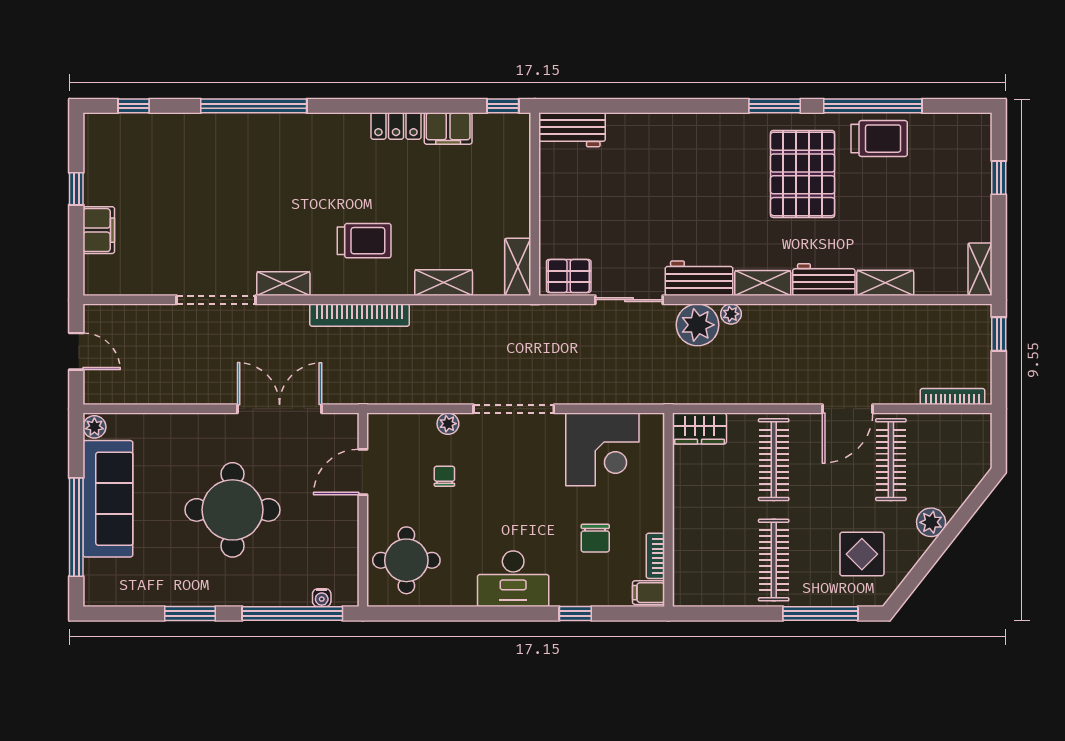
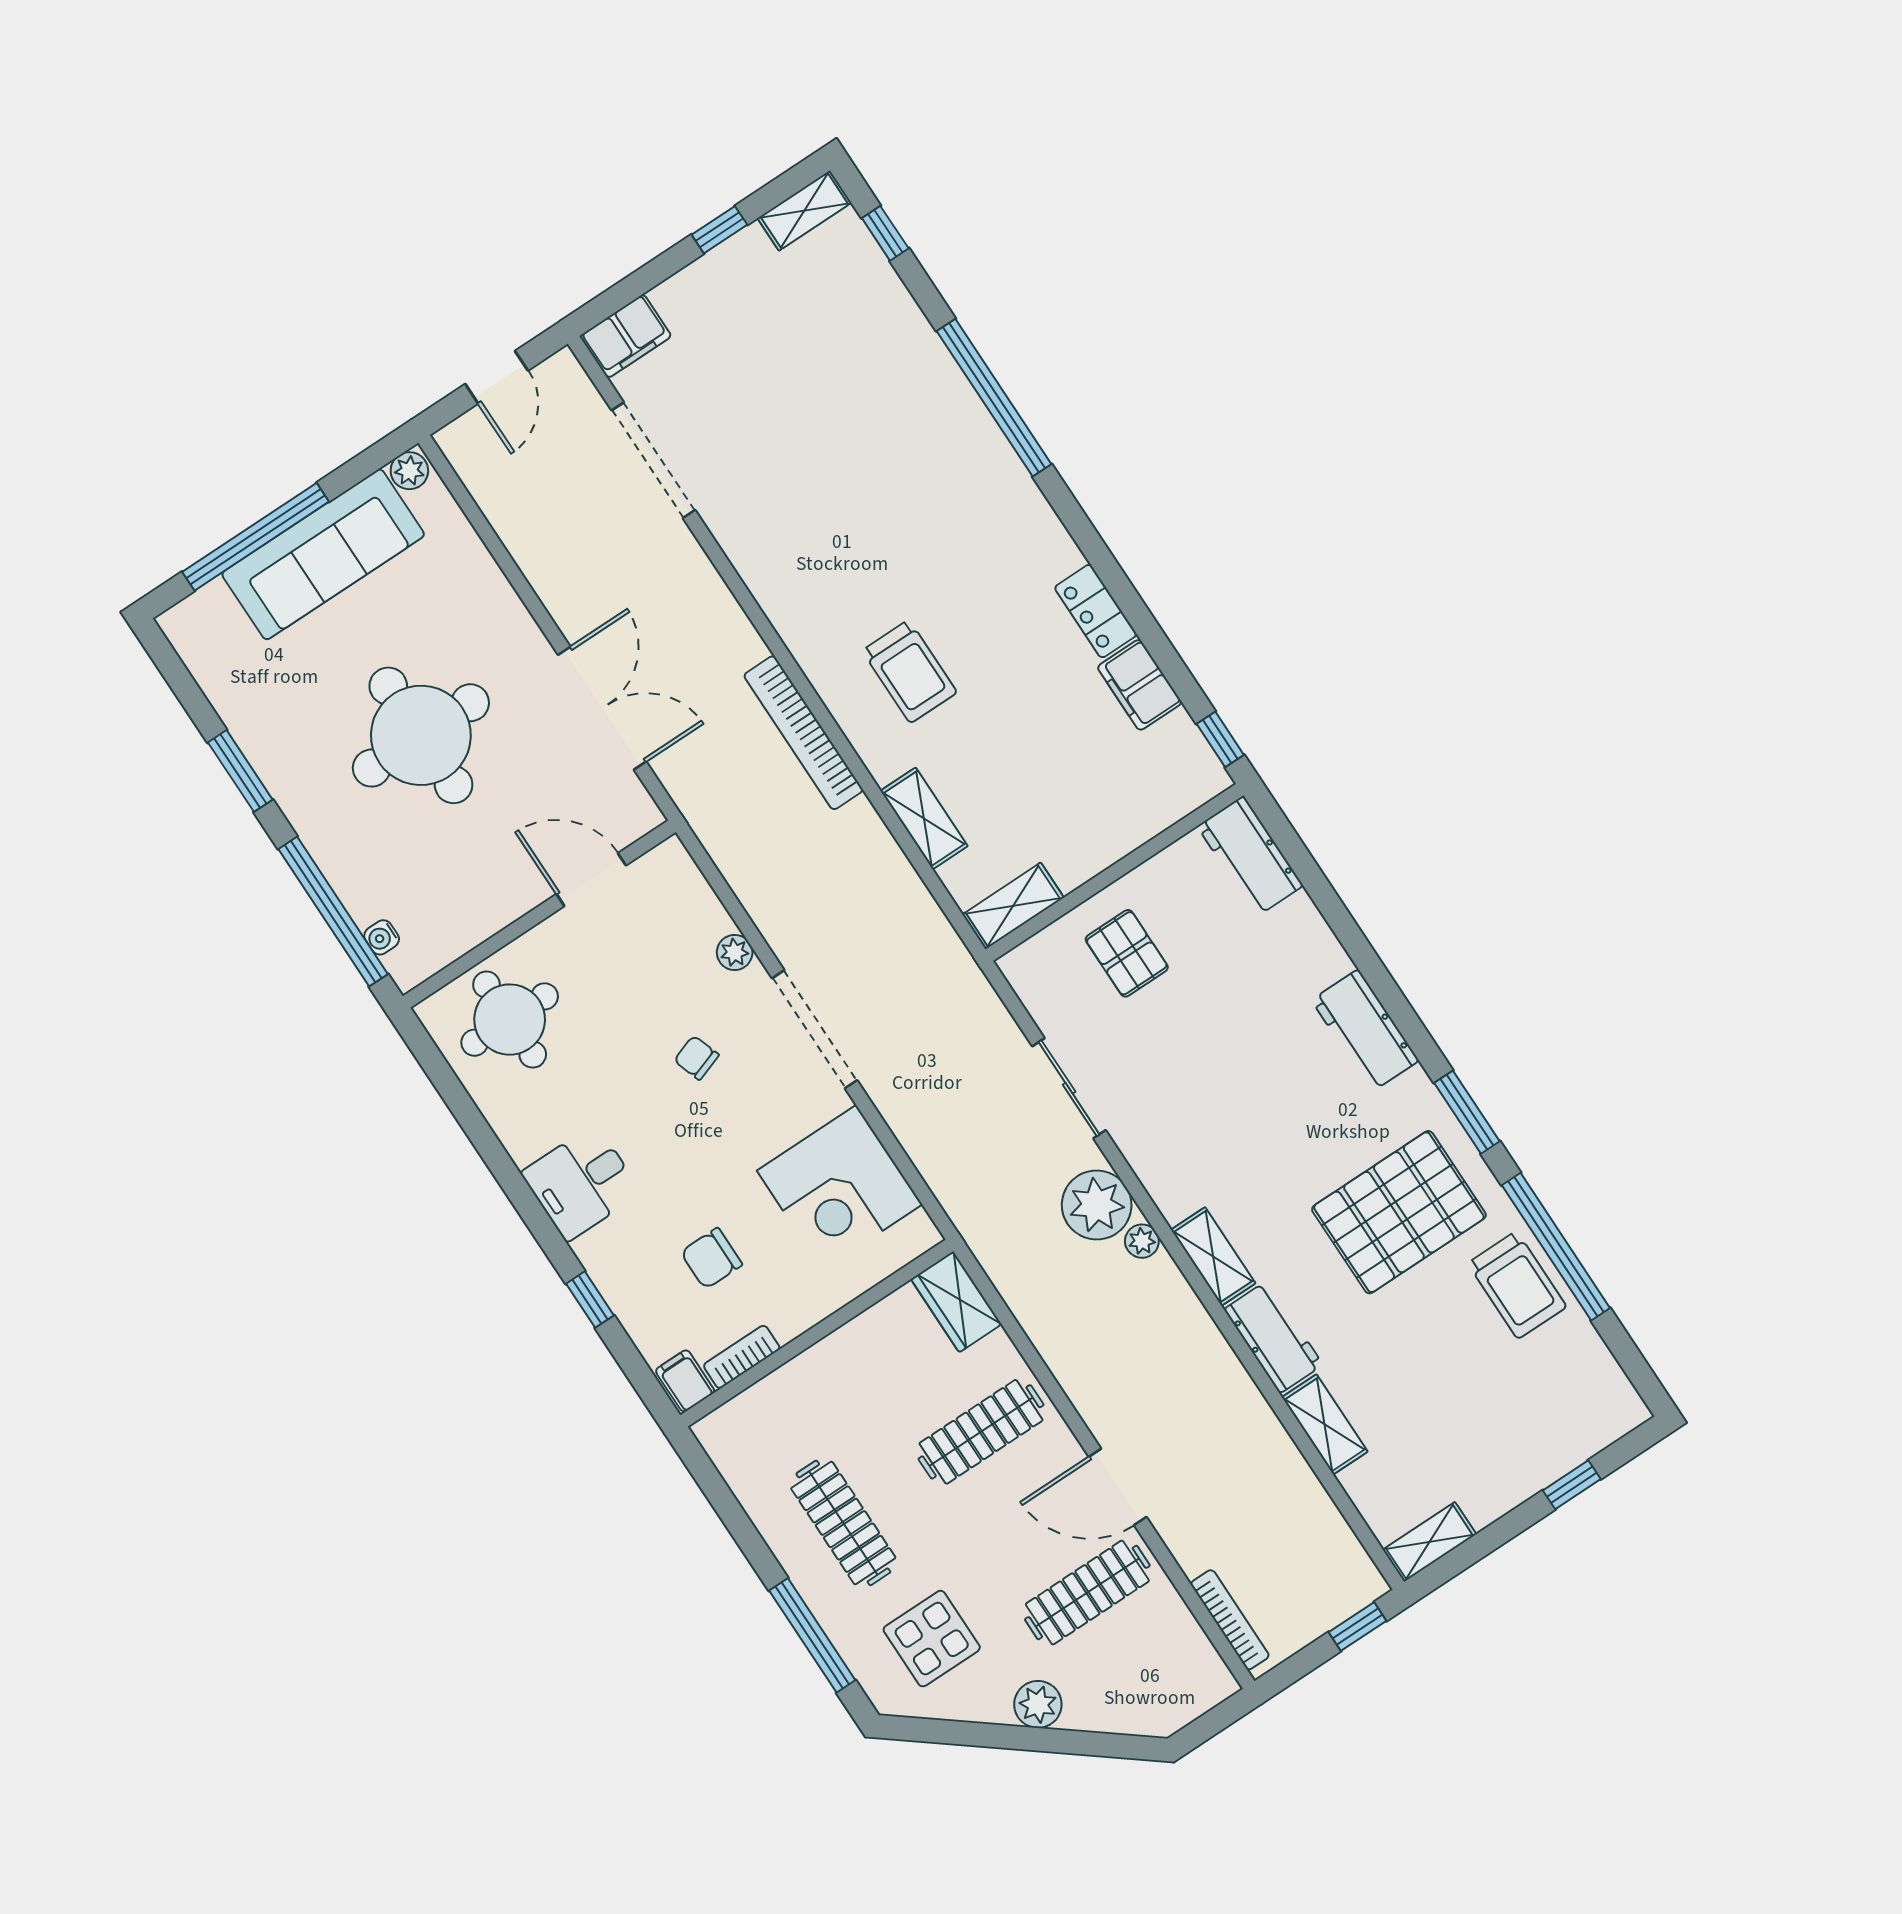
filing cabinet: (99, 230) -> (626, 336), moved
pallet: (569, 276) -> (1127, 953), moved
workbench: (699, 278) -> (1365, 1030), moved, turned 180
shelving: (283, 284) -> (804, 210), moved, turned 90
doorway: (216, 300) -> (653, 460), moved
chair: (444, 476) -> (696, 1058), moved, turned -109
clothes rail: (774, 560) -> (843, 1523), turned 90
desk: (513, 579) -> (581, 1183), width x0.73

